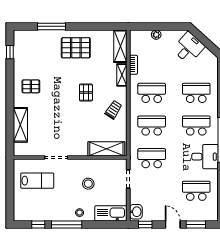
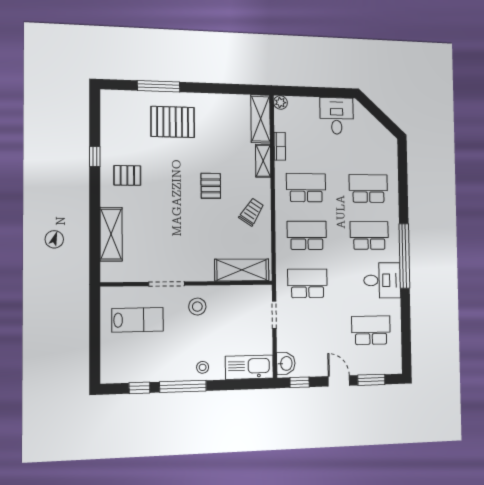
plant: (156, 35) -> (280, 102), moved
pallet: (76, 48) -> (173, 122), moved
desk: (189, 48) -> (337, 116), moved, turned -42
window: (10, 52) -> (95, 157), moved
stool: (88, 184) -> (197, 307), moved

